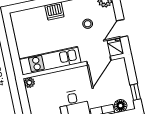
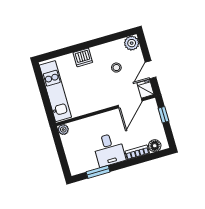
kitchen unit: (50, 61) -> (55, 91), moved, turned 90
window: (135, 92) -> (163, 115), moved

